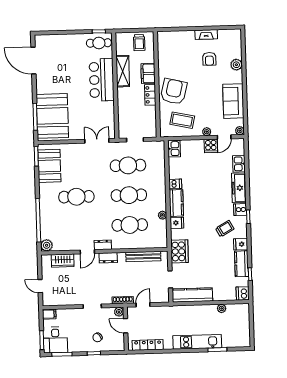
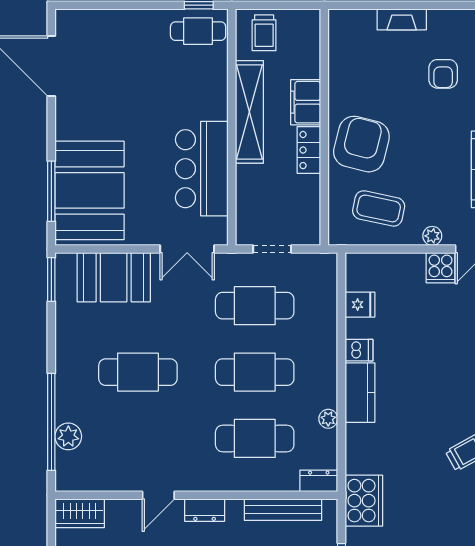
fireplace: (206, 35) -> (402, 19), moved
trolley: (139, 43) -> (264, 33), moved
shelving: (123, 71) -> (249, 112), width x1.47
bar counter: (102, 80) -> (202, 169), moved
double door: (97, 141) -> (187, 249), swing flipped
kitchen sink: (174, 149) -> (359, 271), removed
booth: (49, 166) -> (114, 277), moved, turned 90
fridge: (177, 223) -> (360, 305), moved
plant: (47, 245) -> (68, 436), moved
dresser: (103, 245) -> (319, 481), moved
wardrobe: (63, 261) -> (80, 513), moved

